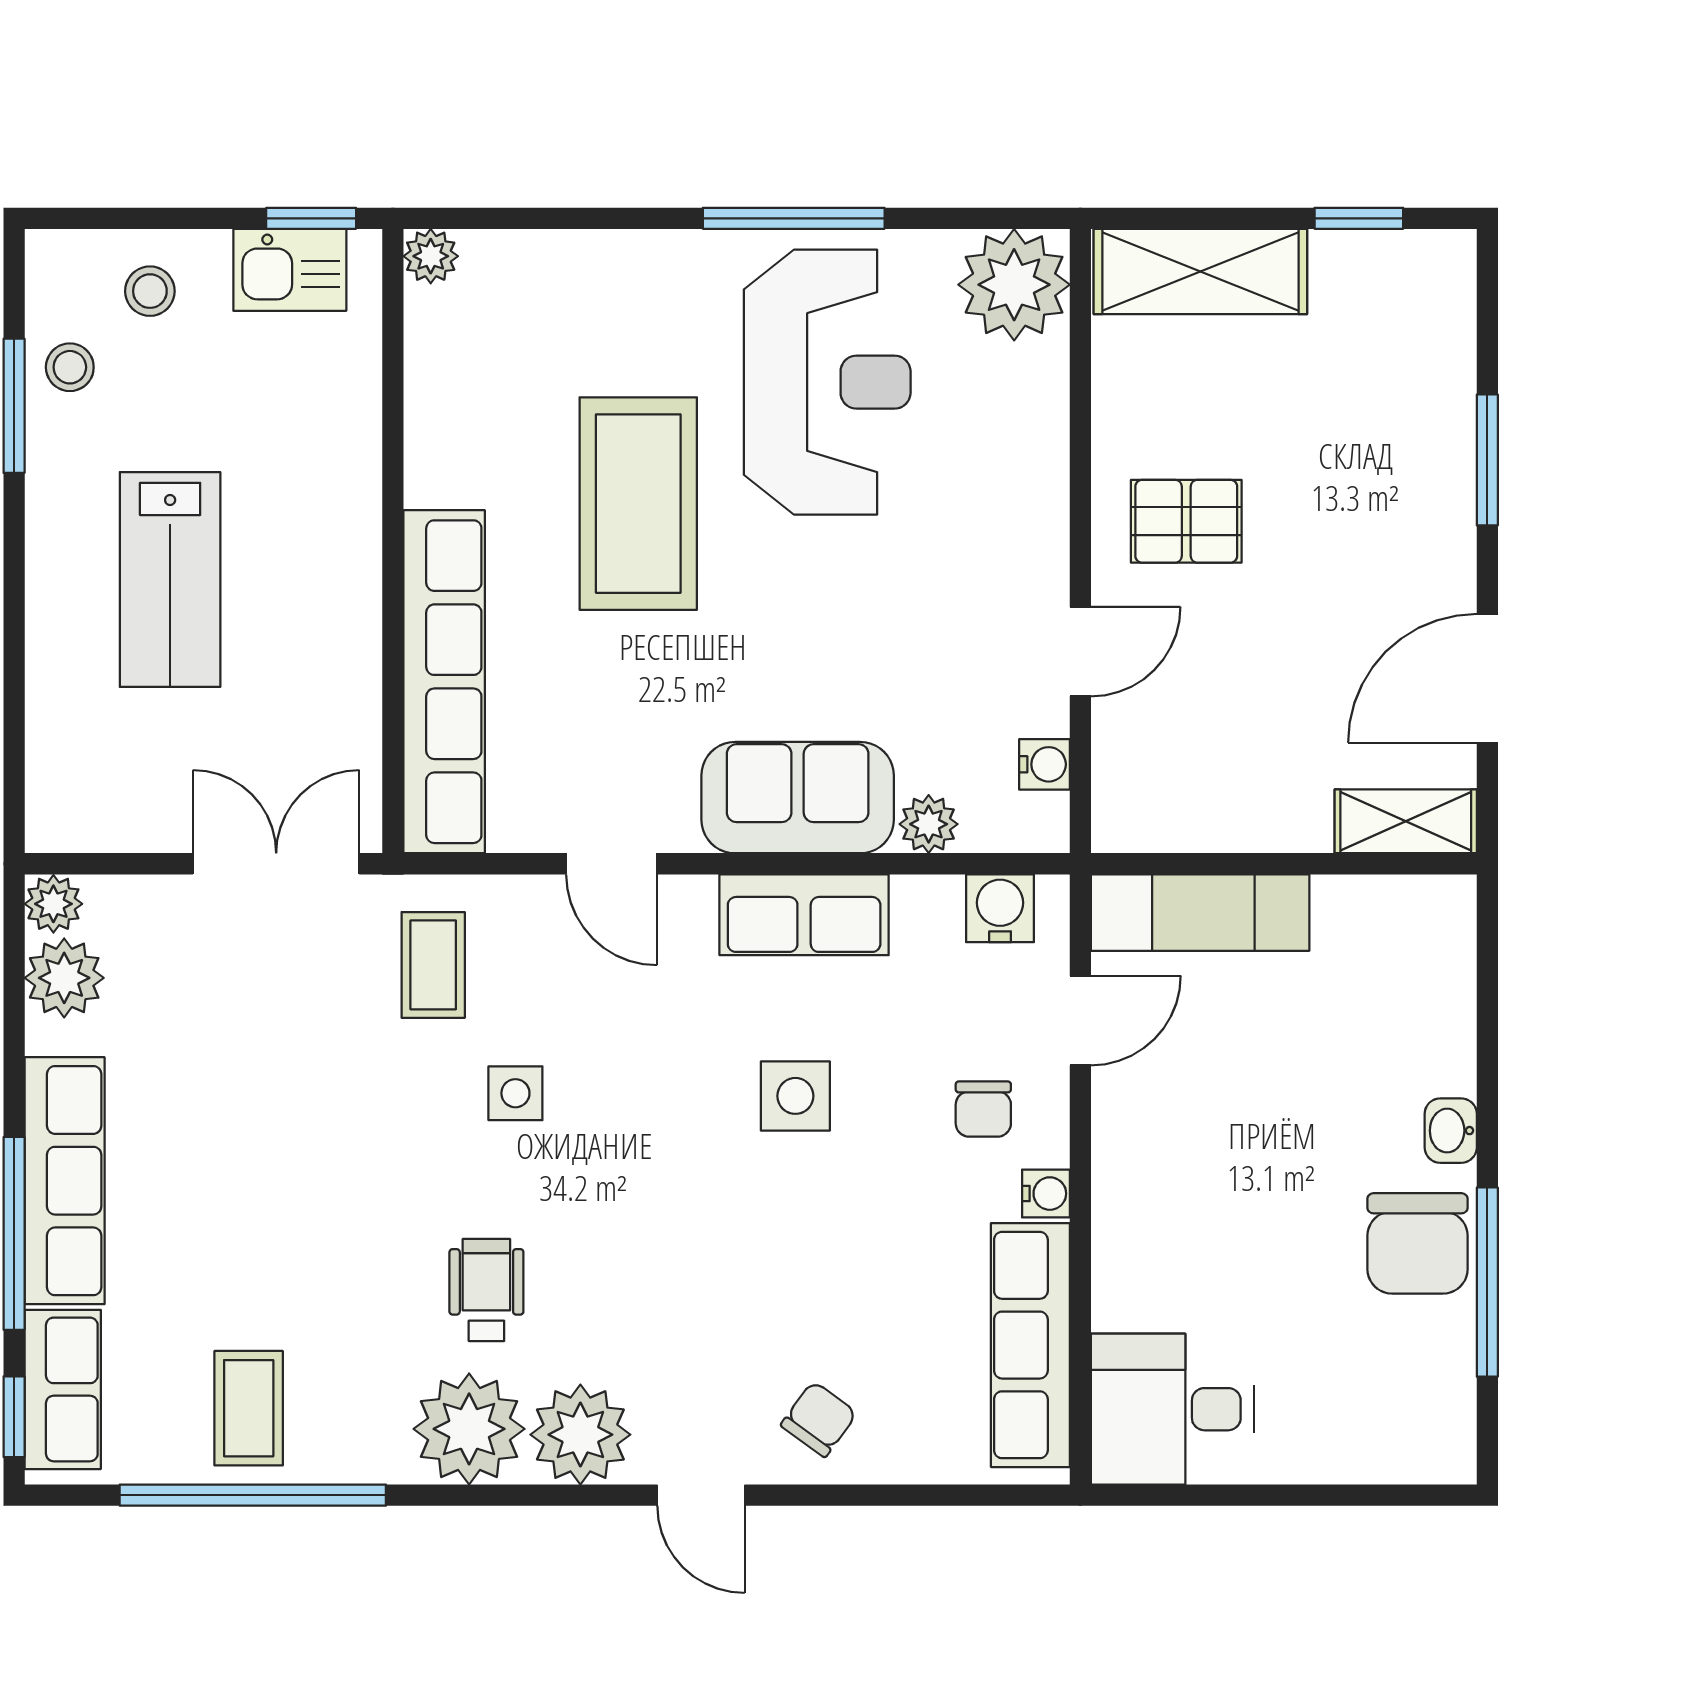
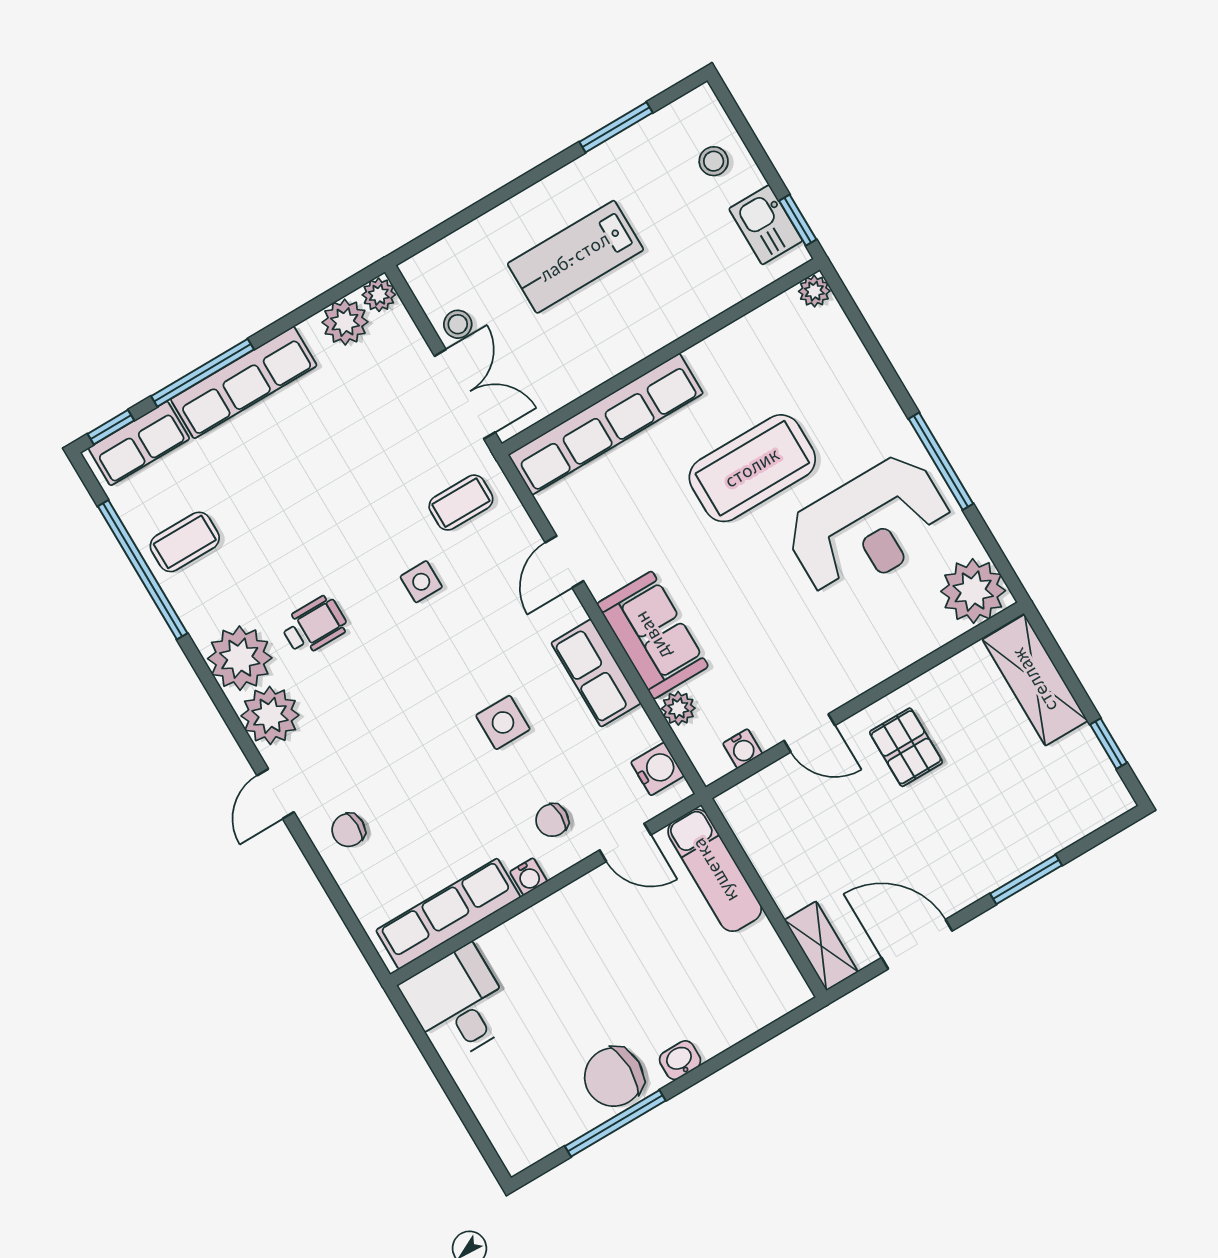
stool: (70, 367) -> (458, 324), moved
chair: (819, 1419) -> (348, 830), turned 144

